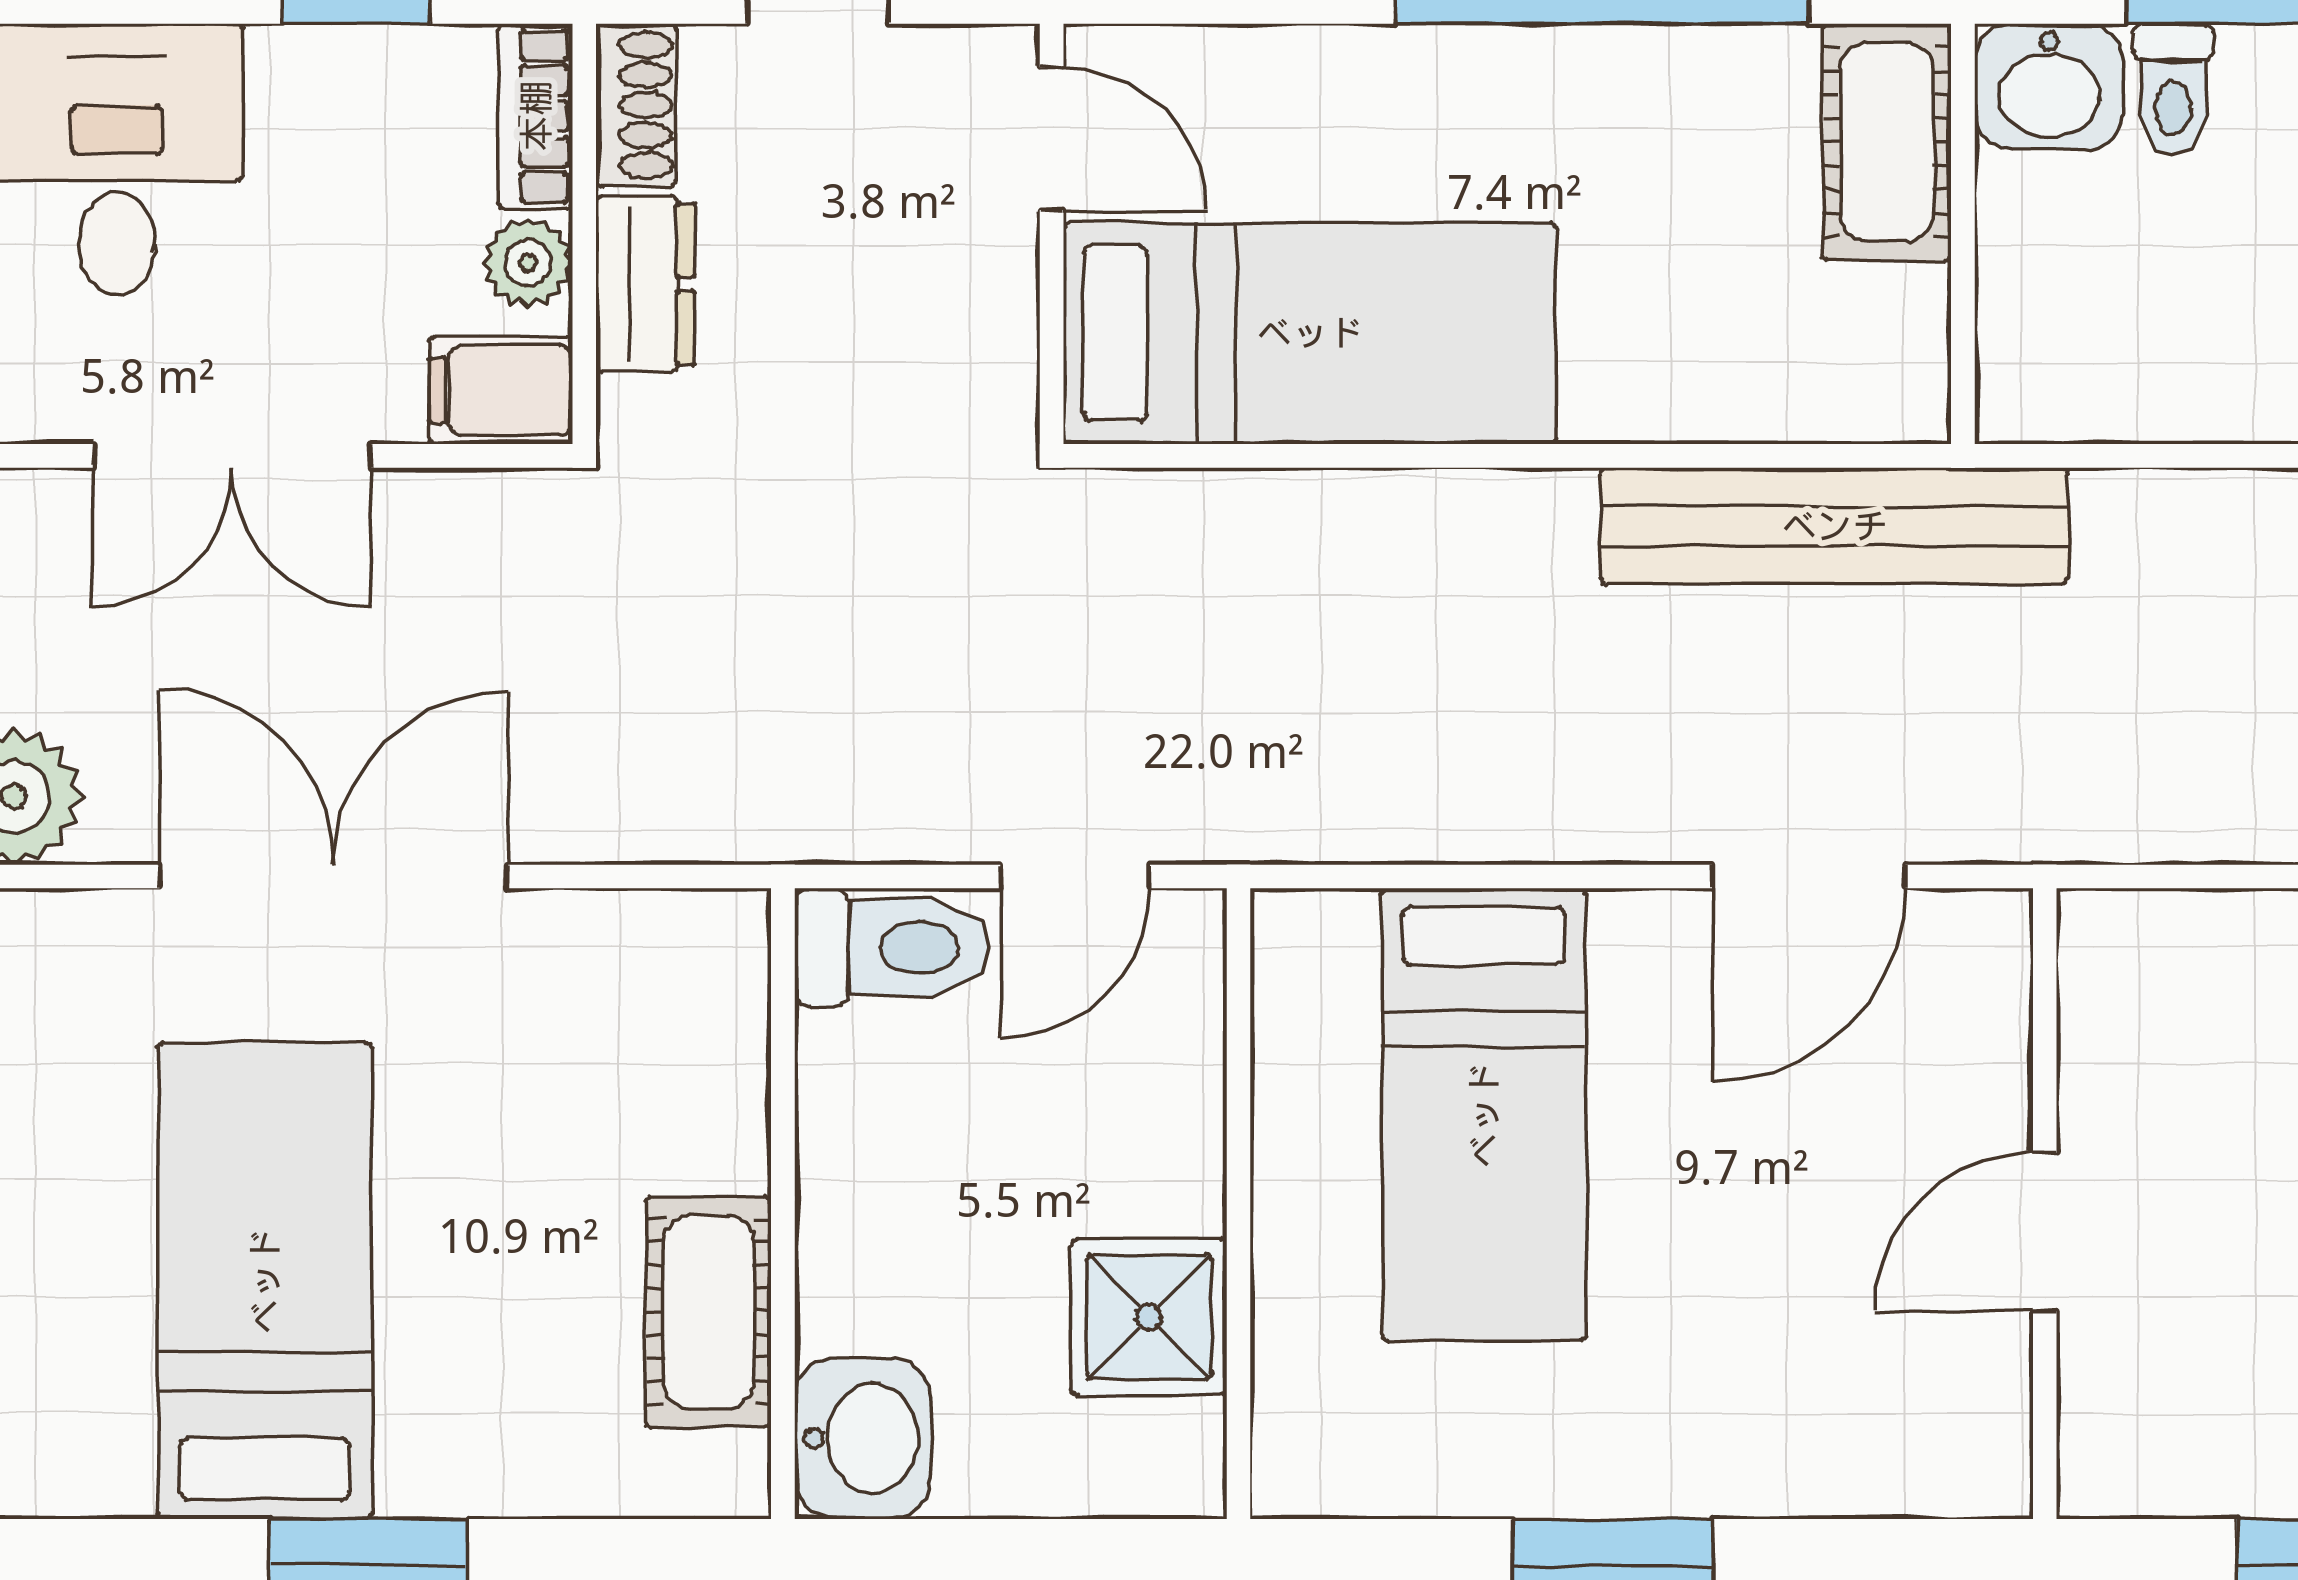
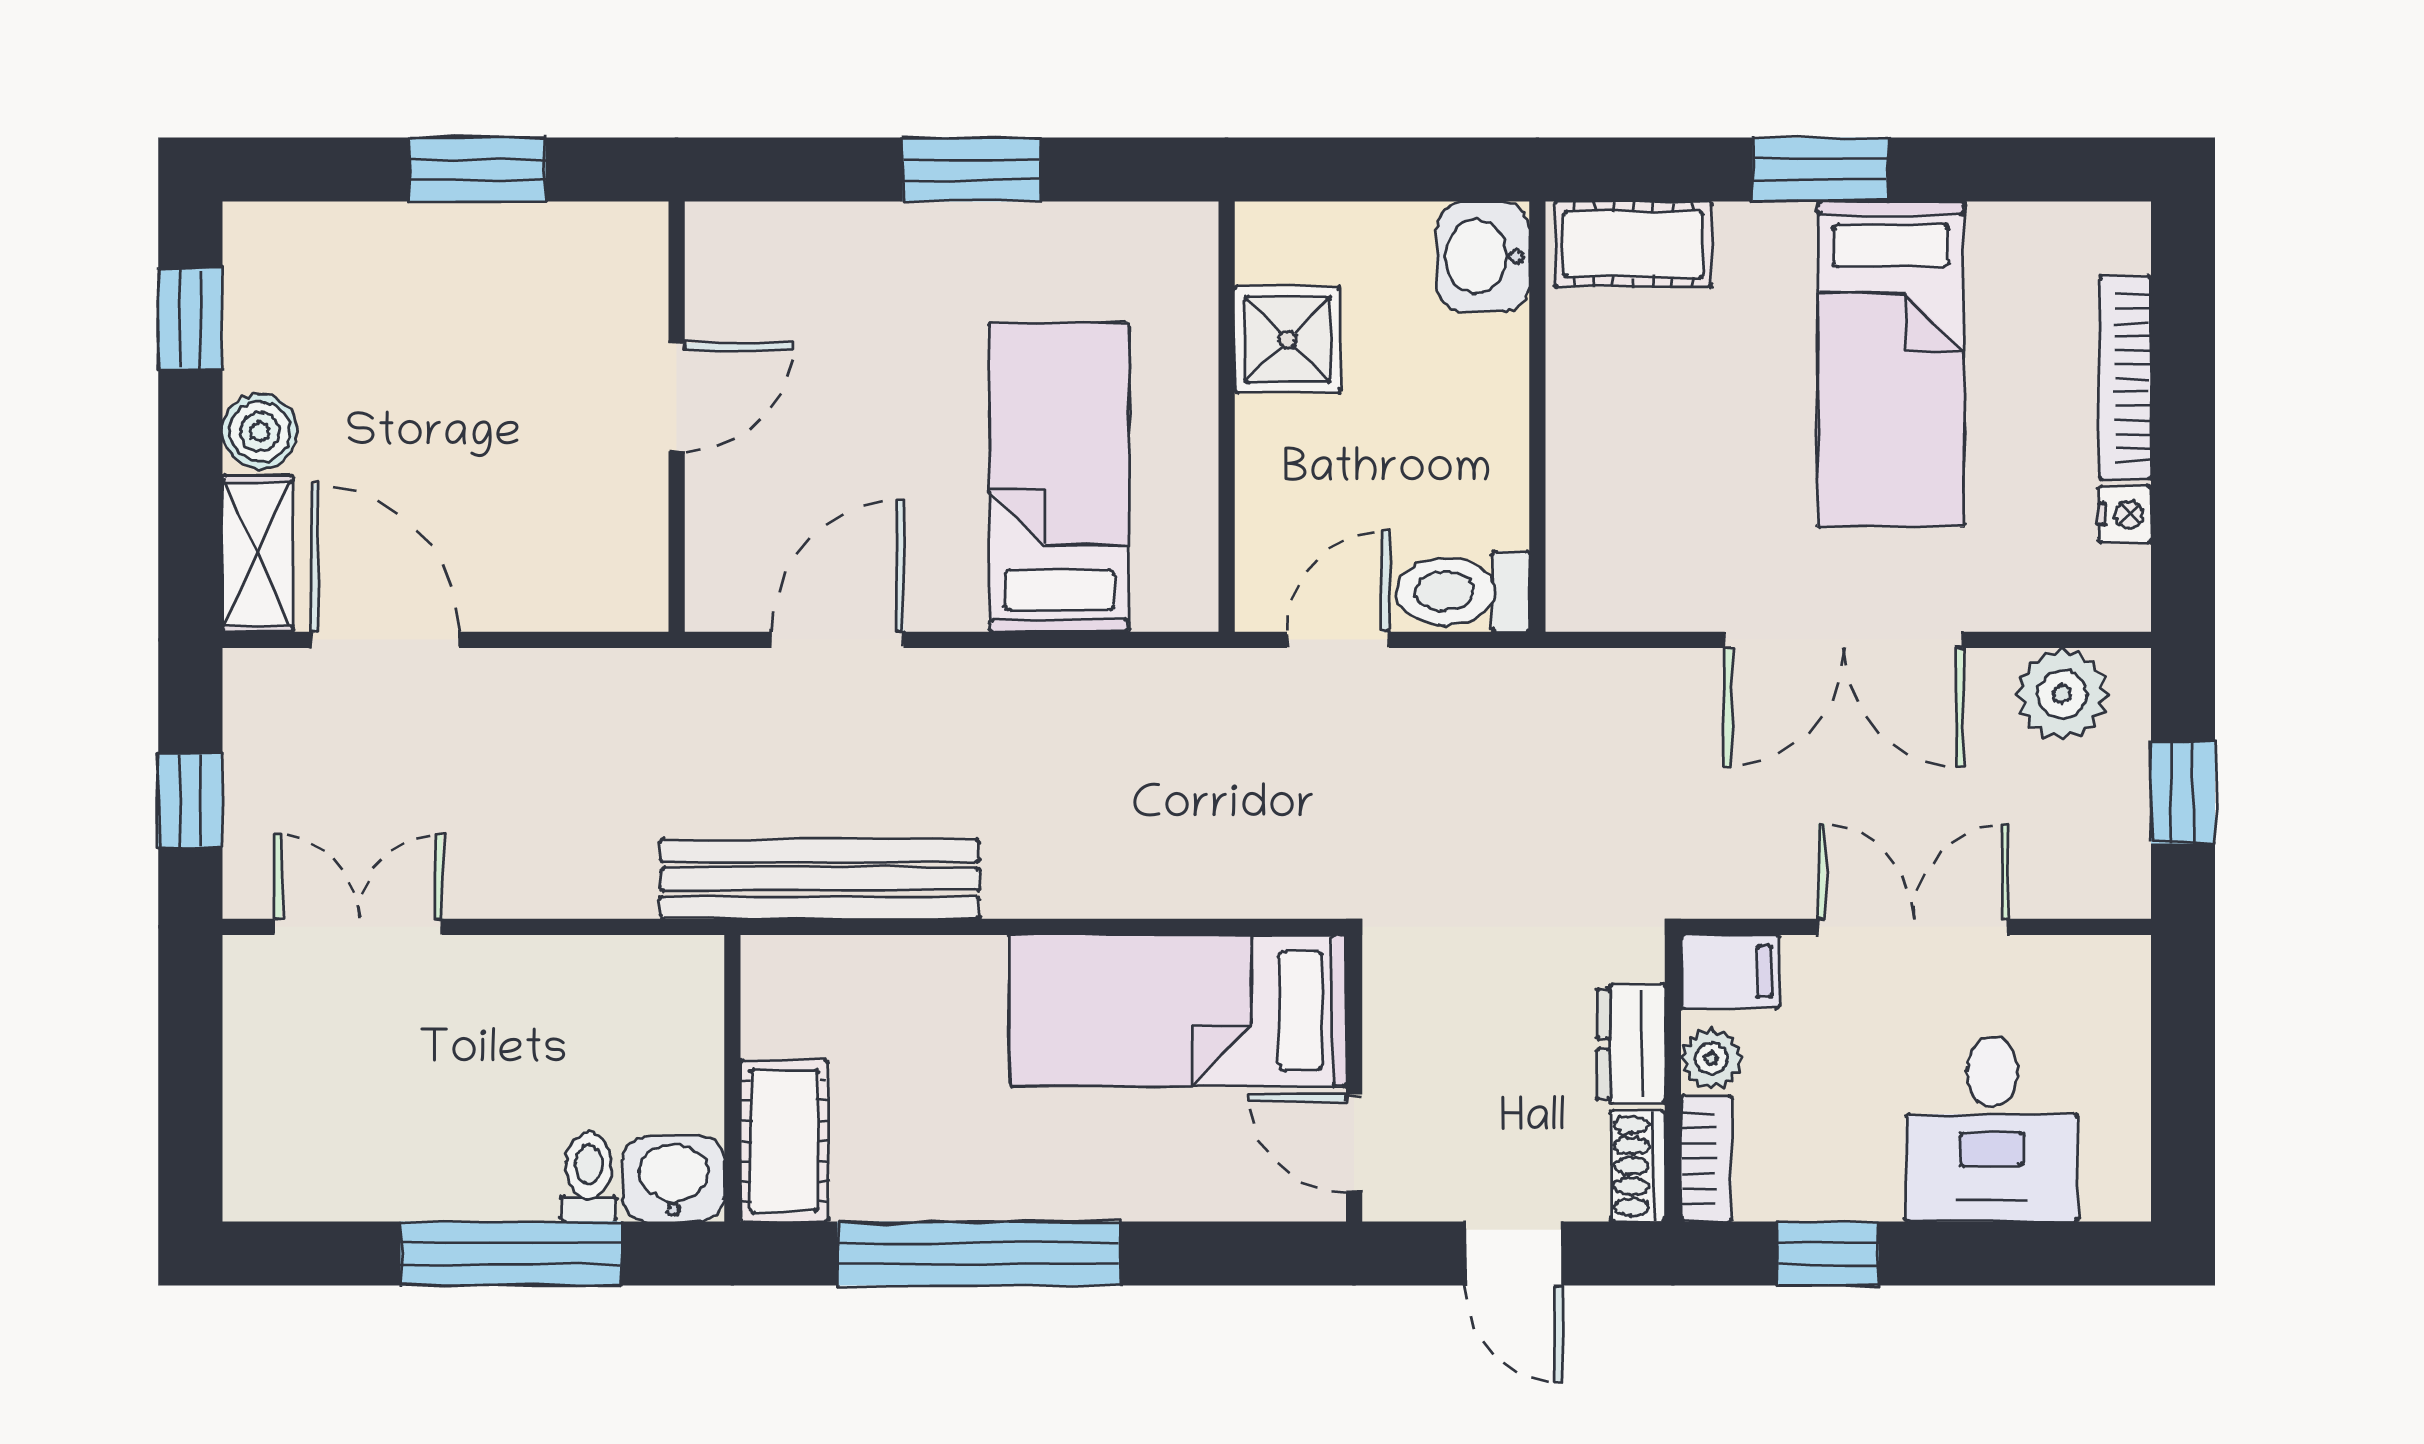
cot: (709, 1312) -> (1633, 244), moved, turned 90

